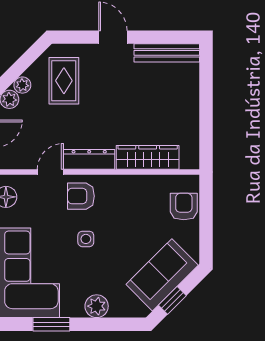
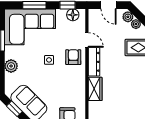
wardrobe: (148, 157) -> (95, 89), width x0.67

